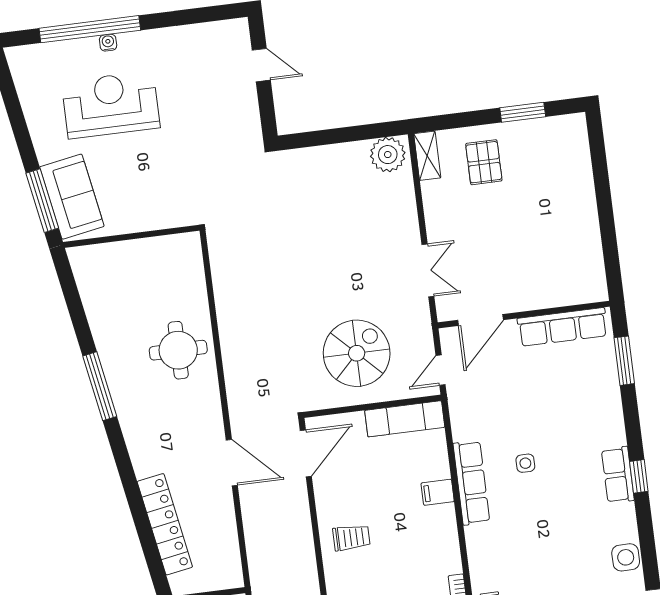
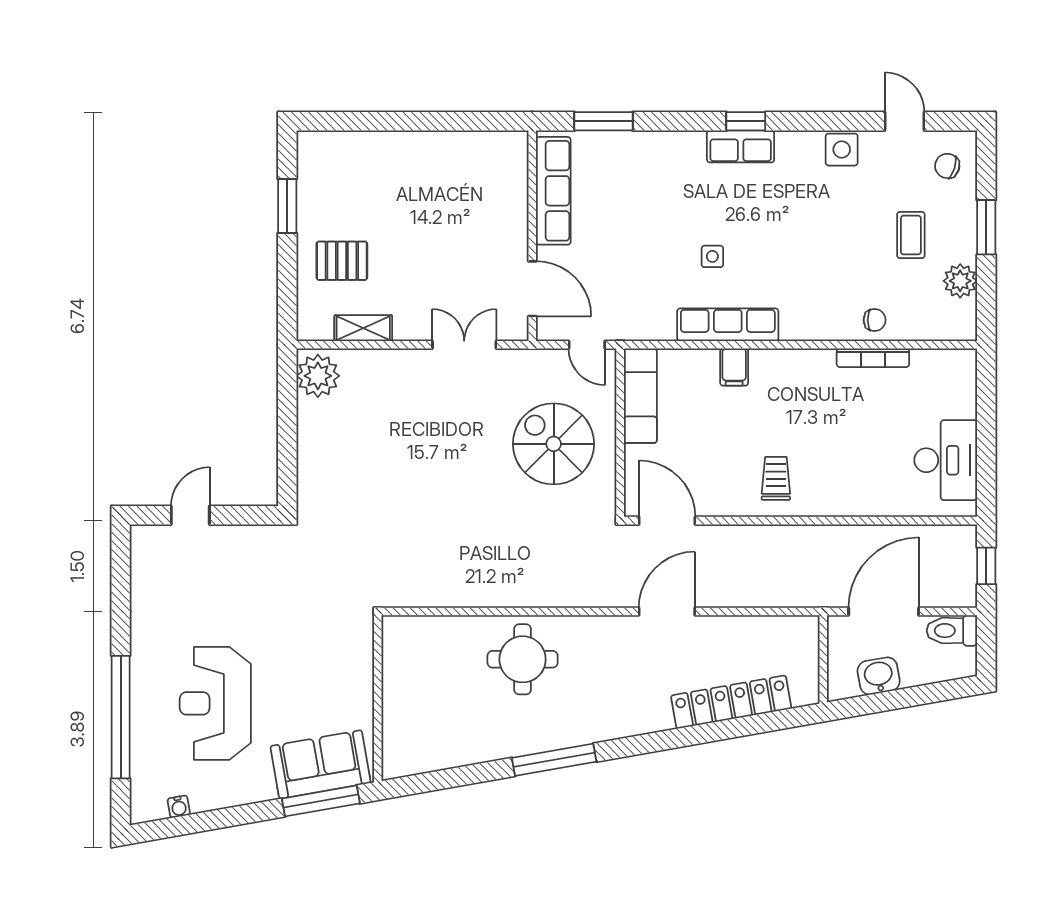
water cooler: (108, 43) -> (179, 807), moved, turned -100
shelving: (427, 156) -> (363, 328), moved

